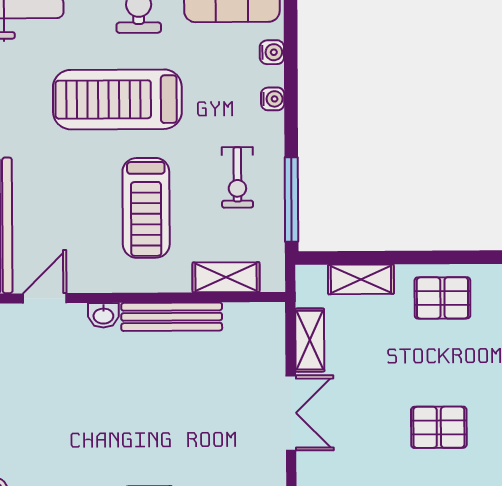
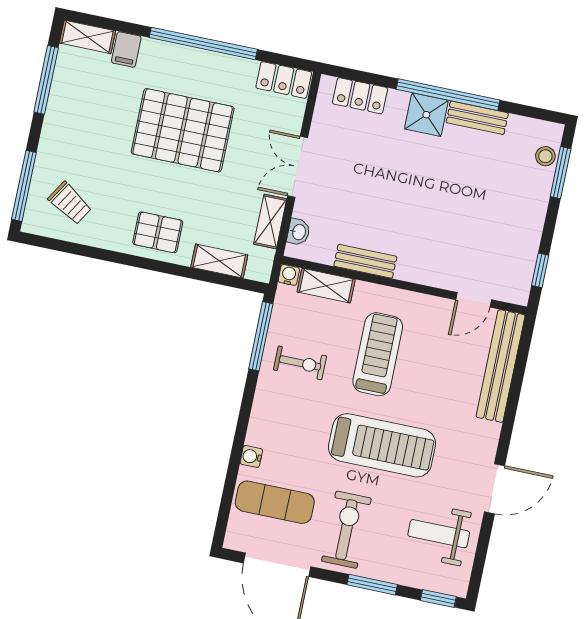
water cooler: (273, 99) -> (289, 275), moved, turned 90
exercise bike: (237, 177) -> (300, 363), turned 90
washbasin: (103, 315) -> (298, 232), moved, turned 90
bench: (172, 317) -> (365, 261), width x0.73
pallet: (439, 427) -> (183, 130), width x2.05, depth x2.00

